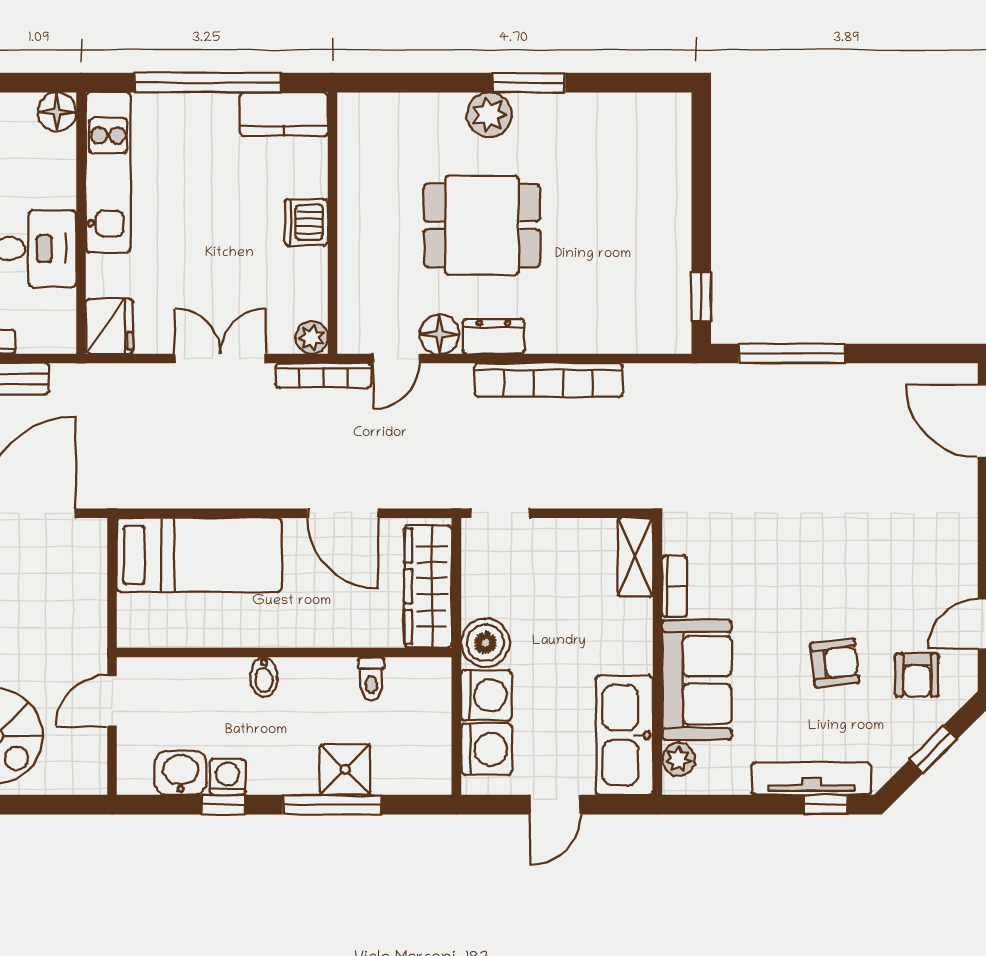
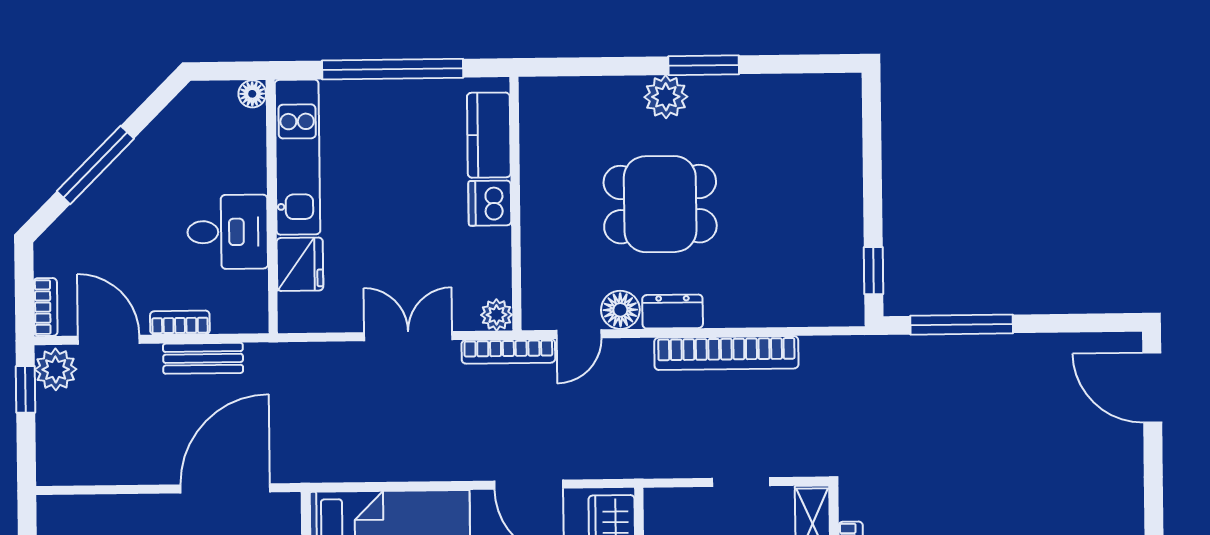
floor lamp: (57, 112) -> (252, 94), width x0.73, depth x0.73
kitchen counter: (284, 114) -> (489, 135), moved, turned 90
fridge: (109, 326) -> (300, 264), moved
doorway: (500, 513) -> (741, 482), moved

